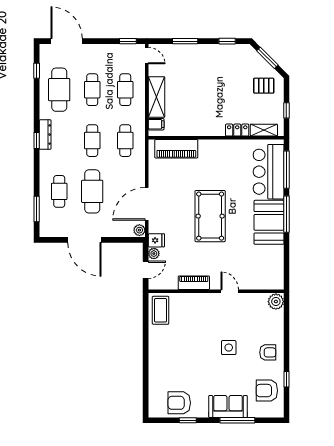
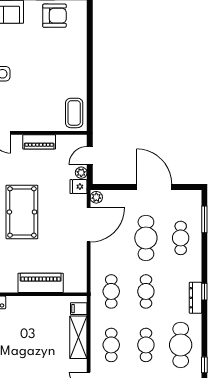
piano: (176, 149) -> (41, 283), moved

